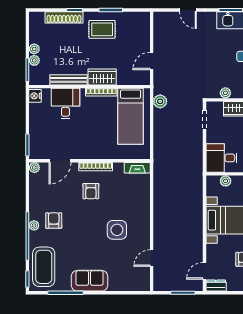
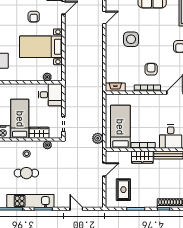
rug: (102, 29) -> (123, 190), moved, turned 90

